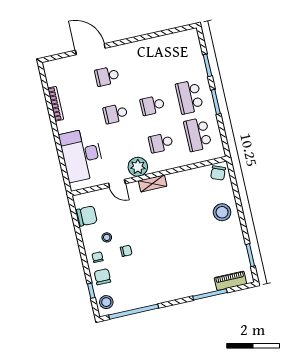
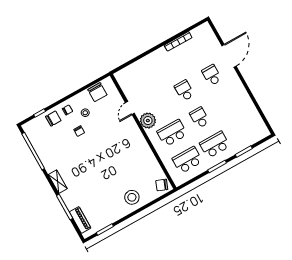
school desk: (161, 143) -> (172, 133), width x1.85
desk: (82, 155) -> (144, 74), removed
shelving: (153, 183) -> (58, 182), moved
stool: (106, 302) -> (34, 127), removed

